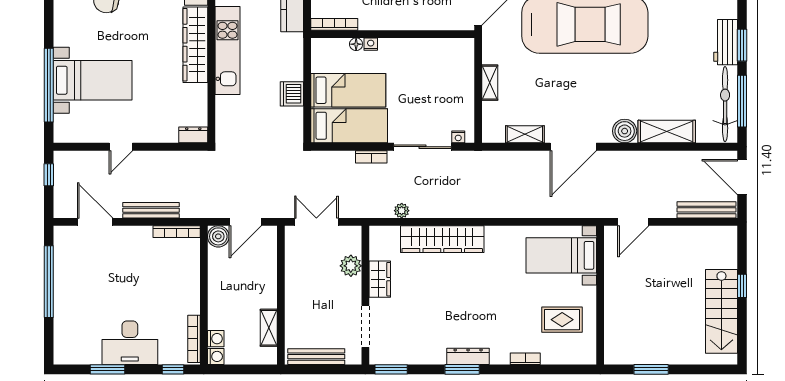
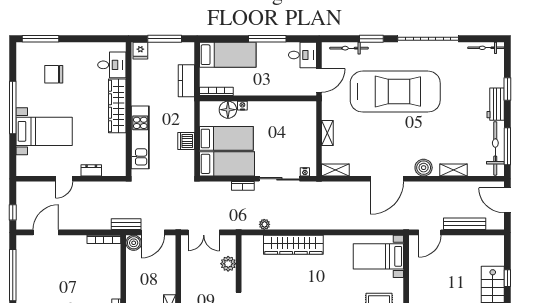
floor lamp: (356, 44) -> (228, 110), width x1.89, depth x1.89
window: (742, 45) -> (507, 89), moved
kitchen unit: (227, 51) -> (140, 137), moved
window: (49, 85) -> (13, 108), moved
shelving: (667, 132) -> (454, 170), width x0.67, depth x0.75
shelving: (525, 134) -> (335, 170), moved
dresser: (193, 135) -> (91, 170), moved
window: (49, 175) -> (13, 212), moved
bench: (151, 210) -> (126, 224), moved, width x0.73
bench: (707, 210) -> (465, 224), moved
door: (95, 222) -> (46, 232), hinge flipped
double door: (316, 222) -> (204, 232), swing flipped
wardrobe: (380, 279) -> (249, 273), removed

